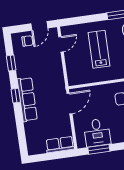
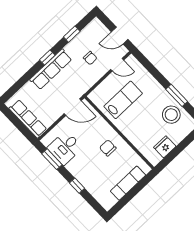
chair: (27, 41) -> (90, 58), moved
lab bench: (99, 49) -> (123, 100), moved
row of seats: (60, 145) -> (28, 119), width x1.48

